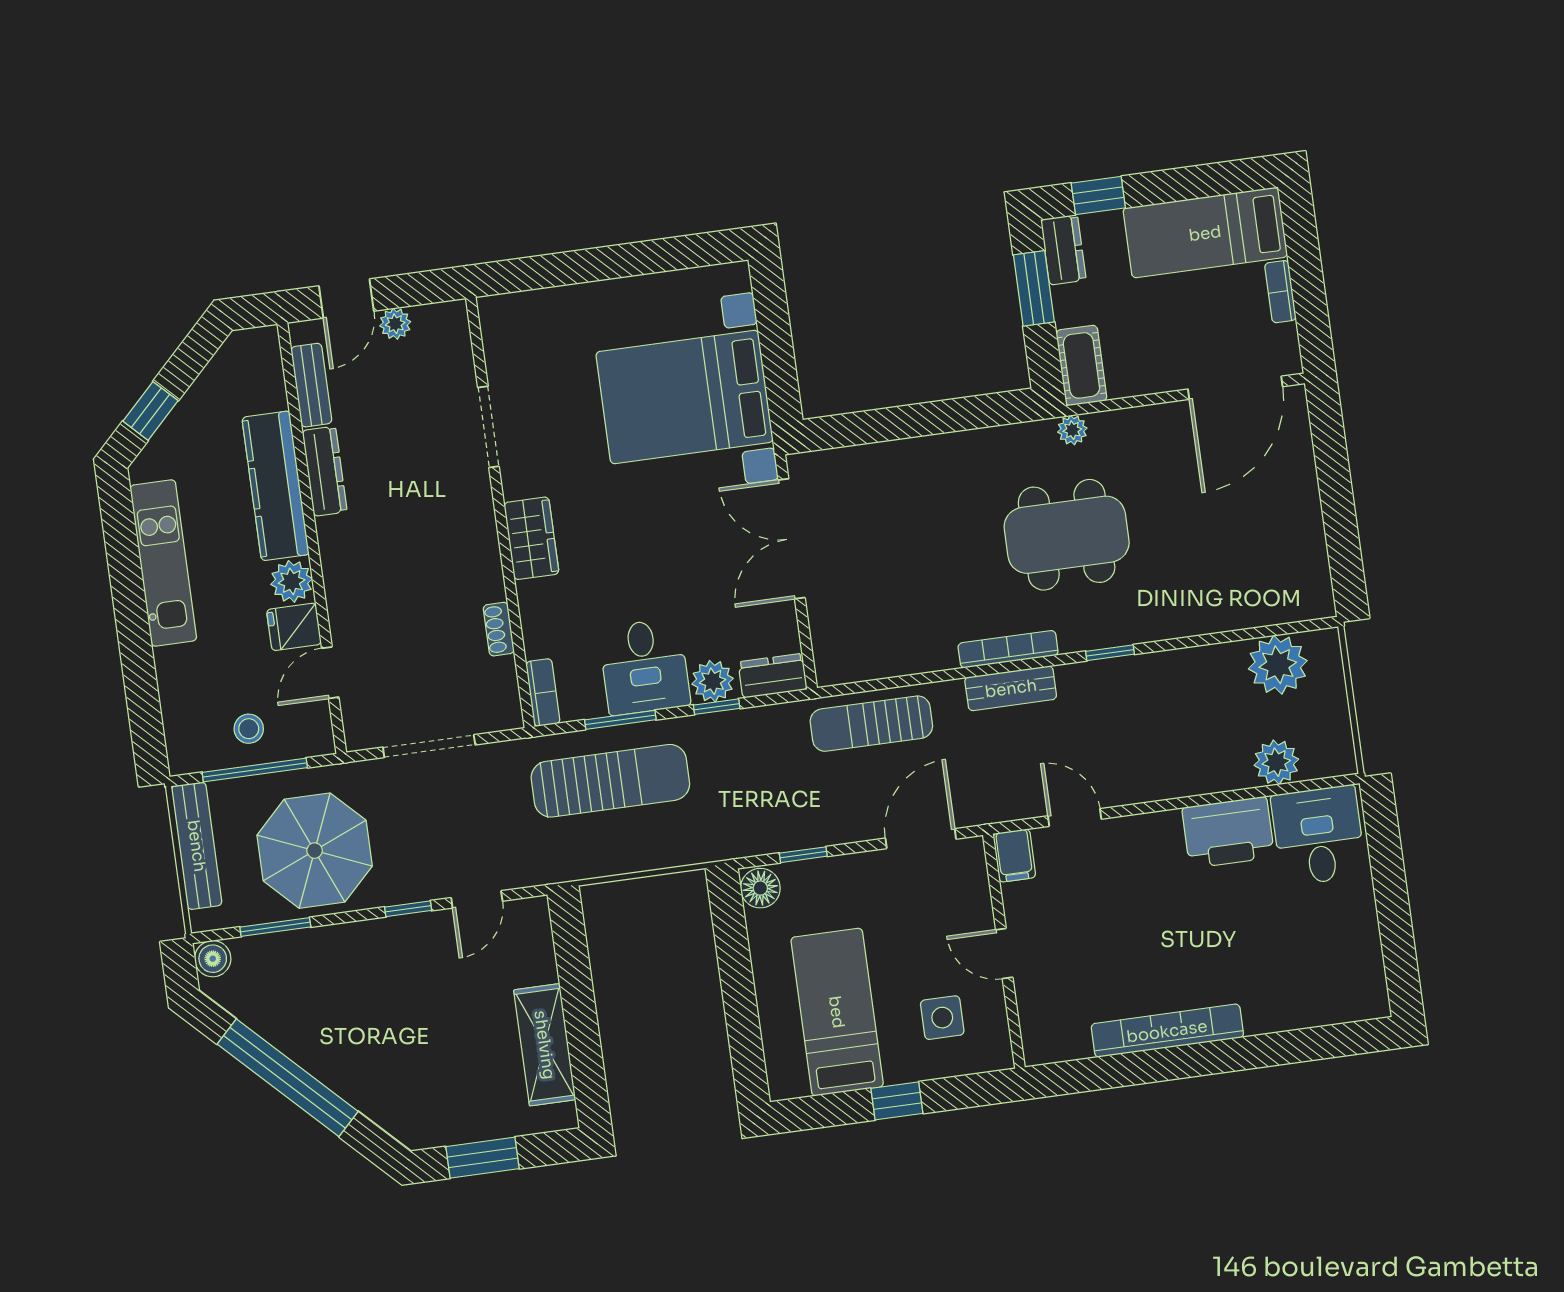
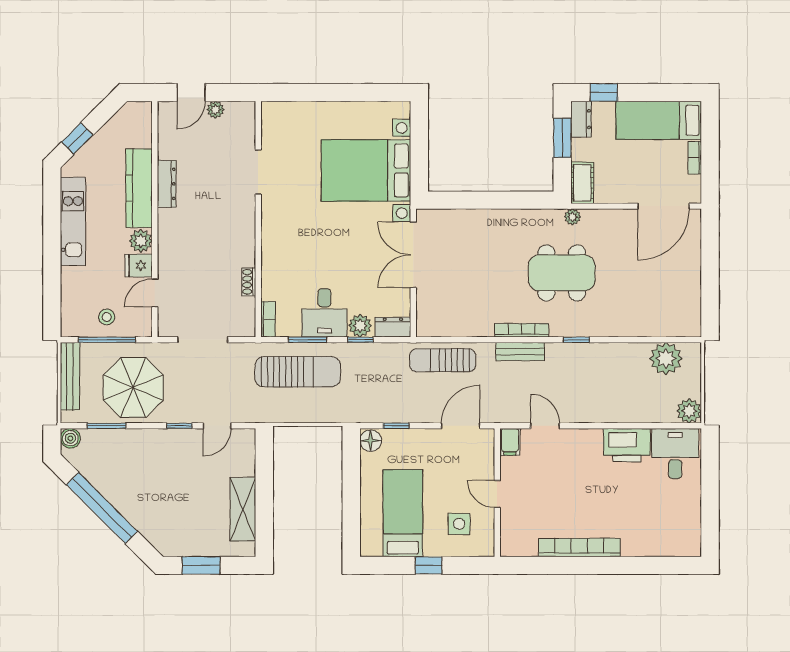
bench: (311, 385) -> (166, 137), removed
wardrobe: (531, 538) -> (273, 235), removed
plant: (1276, 762) -> (689, 411), moved

